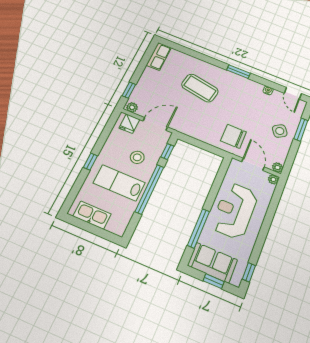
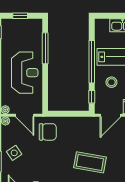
sofa: (213, 263) -> (26, 28), removed

